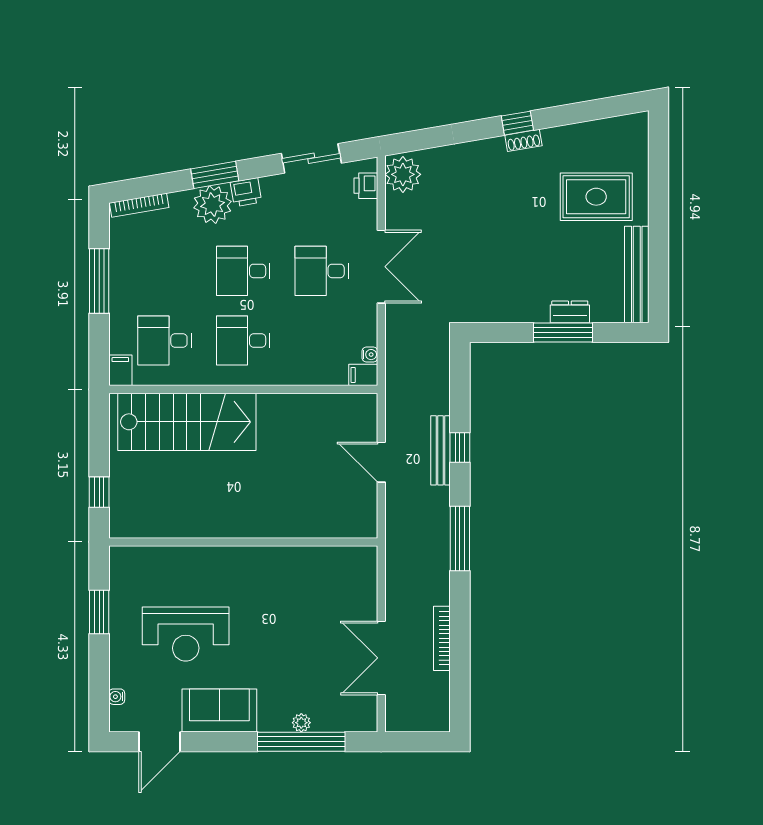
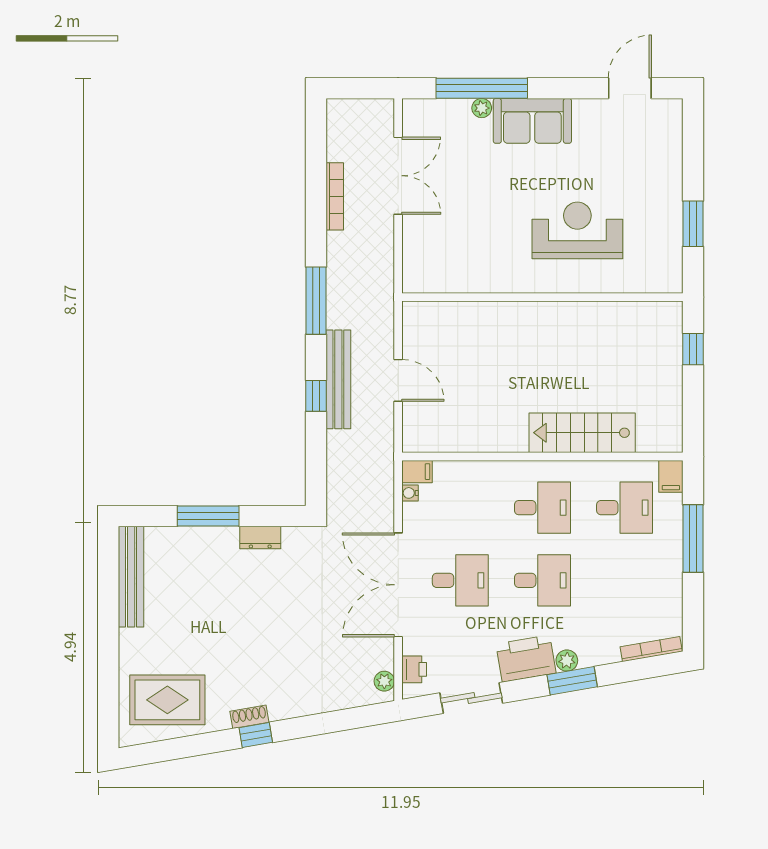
plant: (403, 174) -> (384, 681), width x0.53, depth x0.53
printer: (246, 192) -> (526, 659), width x1.87, depth x1.48
rug: (596, 197) -> (167, 700), moved
plant: (213, 205) -> (567, 661), width x0.53, depth x0.53
double door: (381, 267) -> (398, 585), width x1.36
window: (99, 281) -> (693, 539), moved
dresser: (570, 312) -> (260, 538), moved
stairs: (187, 422) -> (582, 433), width x0.73, depth x0.66
bench: (441, 450) -> (338, 379), width x1.37, depth x1.21
reception desk: (186, 634) -> (577, 230), moved
water cooler: (117, 697) -> (675, 135), removed
sofa: (219, 710) -> (532, 121), moved

